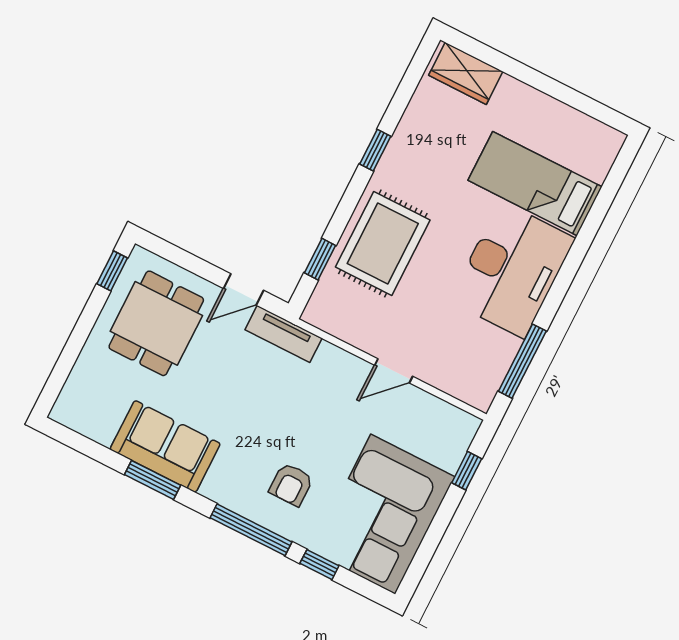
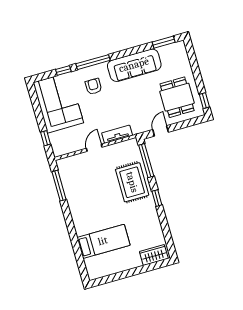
window: (375, 150) -> (157, 198), moved
window: (320, 259) -> (146, 161), width x2.17
desk: (512, 270) -> (87, 210), removed
tv unit: (284, 334) -> (117, 134), moved
sofa: (165, 446) -> (134, 65), width x1.36
window: (153, 480) -> (164, 42), moved

